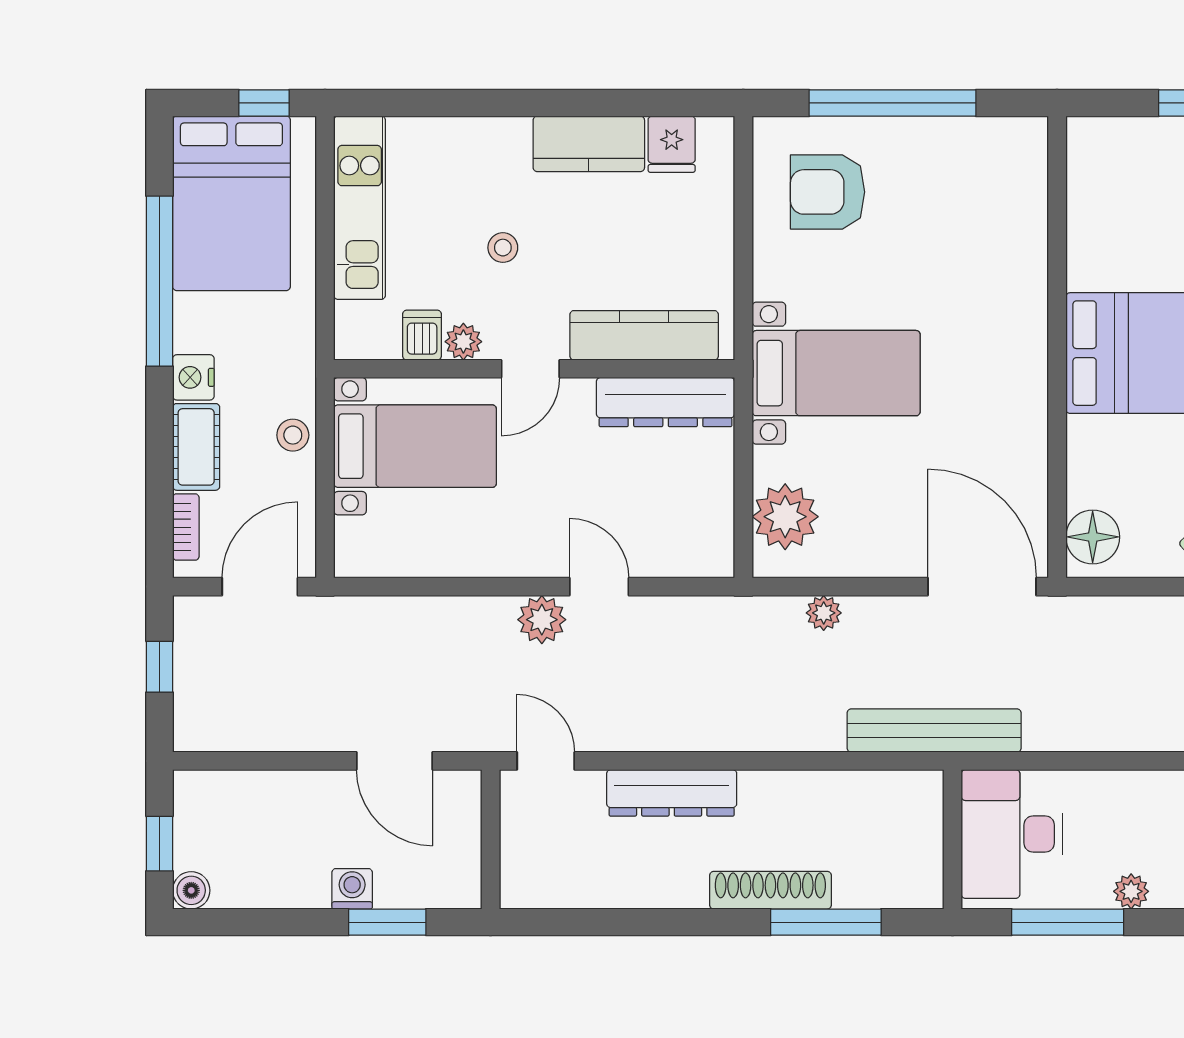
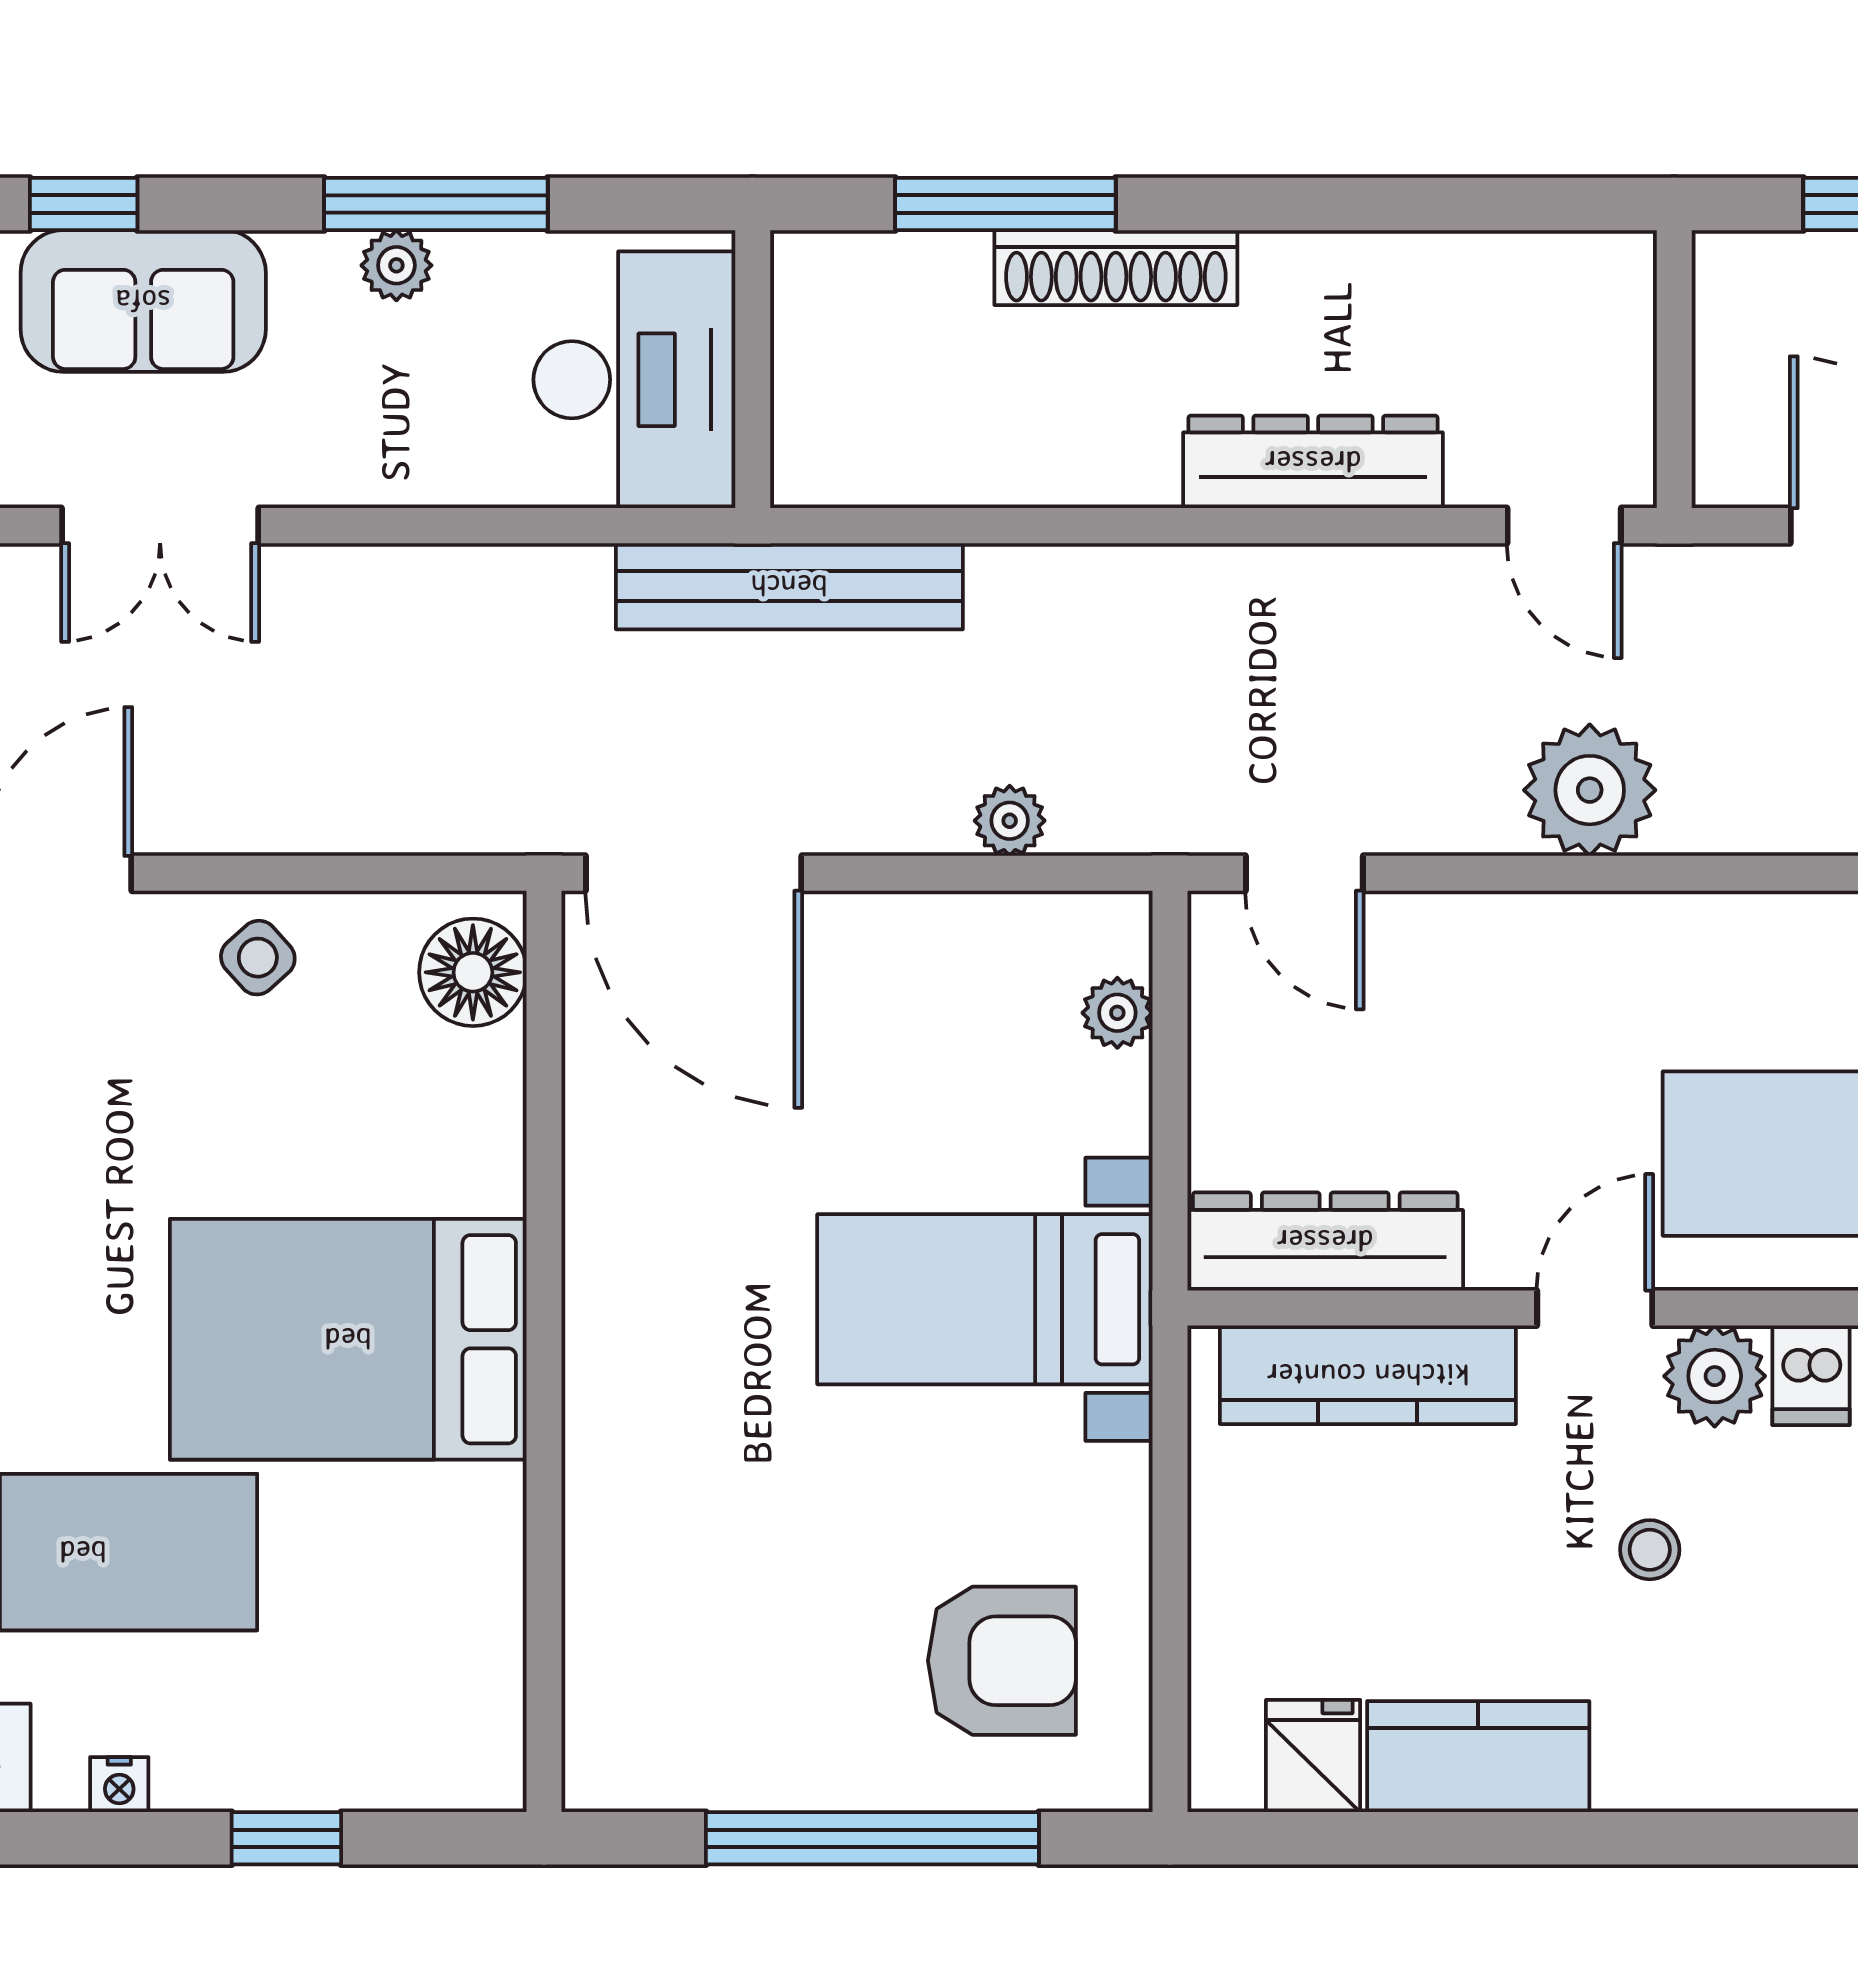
plant: (463, 342) -> (1715, 1376), width x1.38, depth x1.38
plant: (785, 517) -> (1117, 1013), width x0.53, depth x0.53
door: (599, 587) -> (1304, 873), moved
plant: (542, 620) -> (1590, 790), width x1.36, depth x1.36
window: (1068, 922) -> (436, 204), moved

